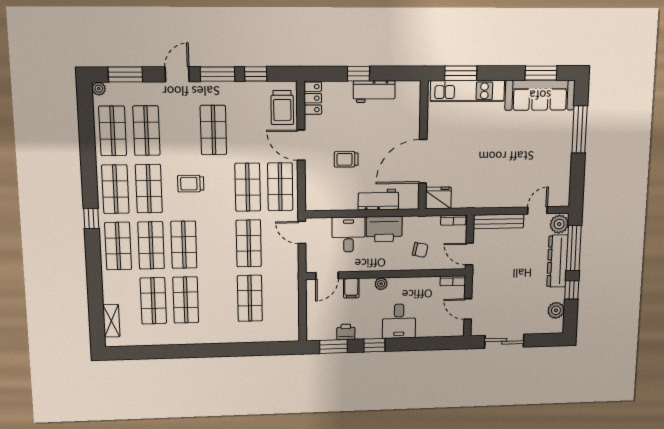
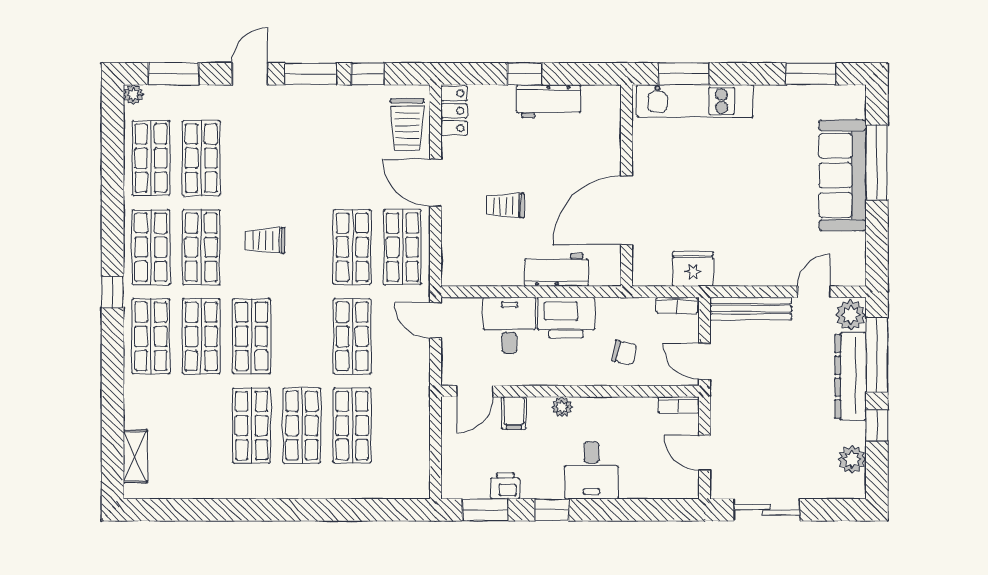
sofa: (540, 95) -> (842, 175), moved, turned 90
shop shelf: (213, 130) -> (302, 158), removed
fridge: (438, 198) -> (693, 269), moved
shop shelf: (153, 301) -> (302, 425), moved

